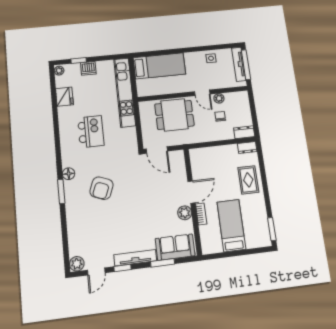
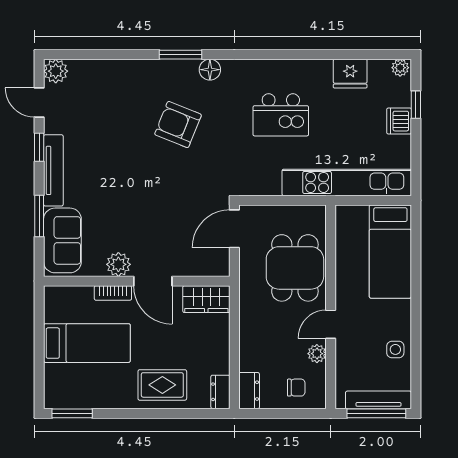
chair: (220, 116) -> (296, 388), moved
wardrobe: (198, 161) -> (206, 299), added

